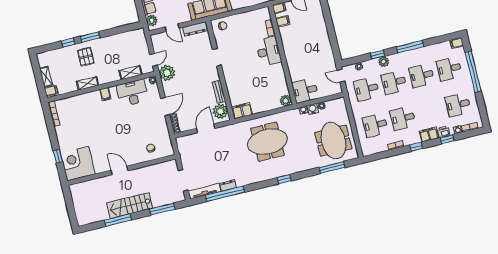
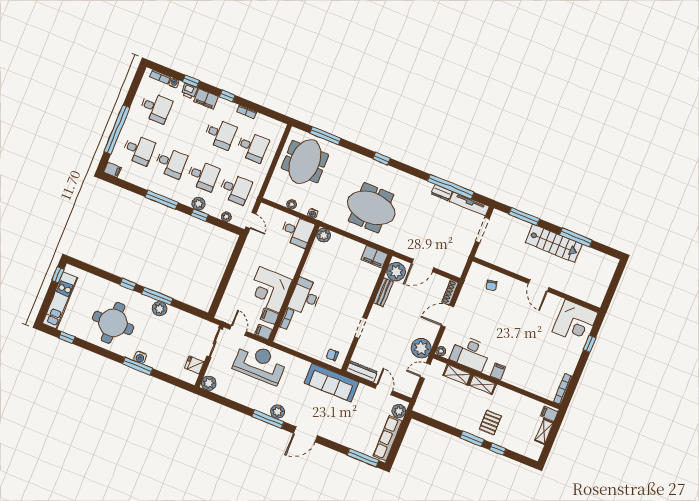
corner desk: (296, 39) -> (269, 290), added
shelving: (87, 83) -> (482, 385), moved
water cooler: (313, 109) -> (303, 208), removed

